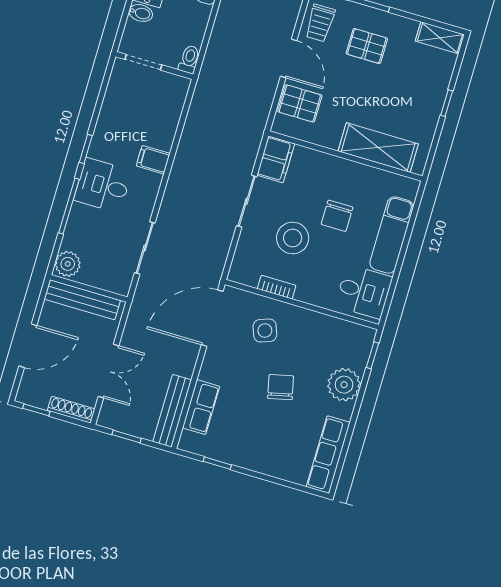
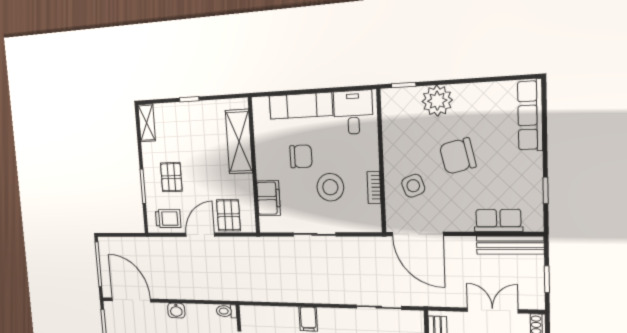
filing cabinet: (276, 159) -> (268, 198), moved, turned 90
chair: (281, 387) -> (458, 156), width x1.37, depth x1.37
row of seats: (328, 455) -> (530, 115), moved, turned 90

